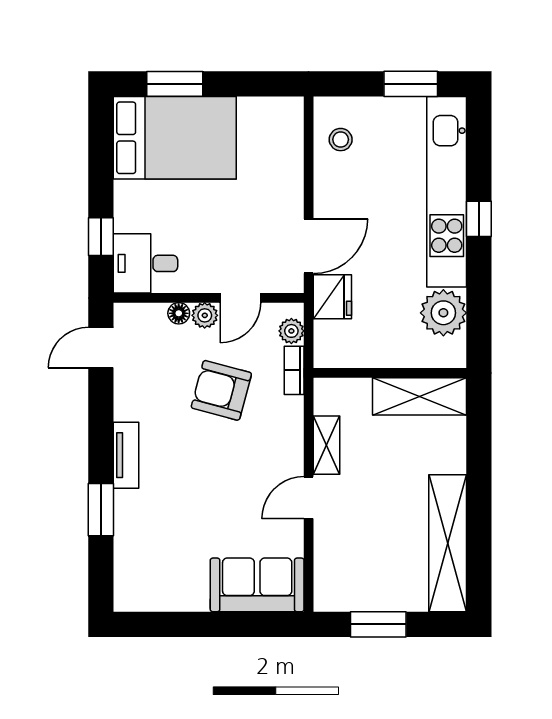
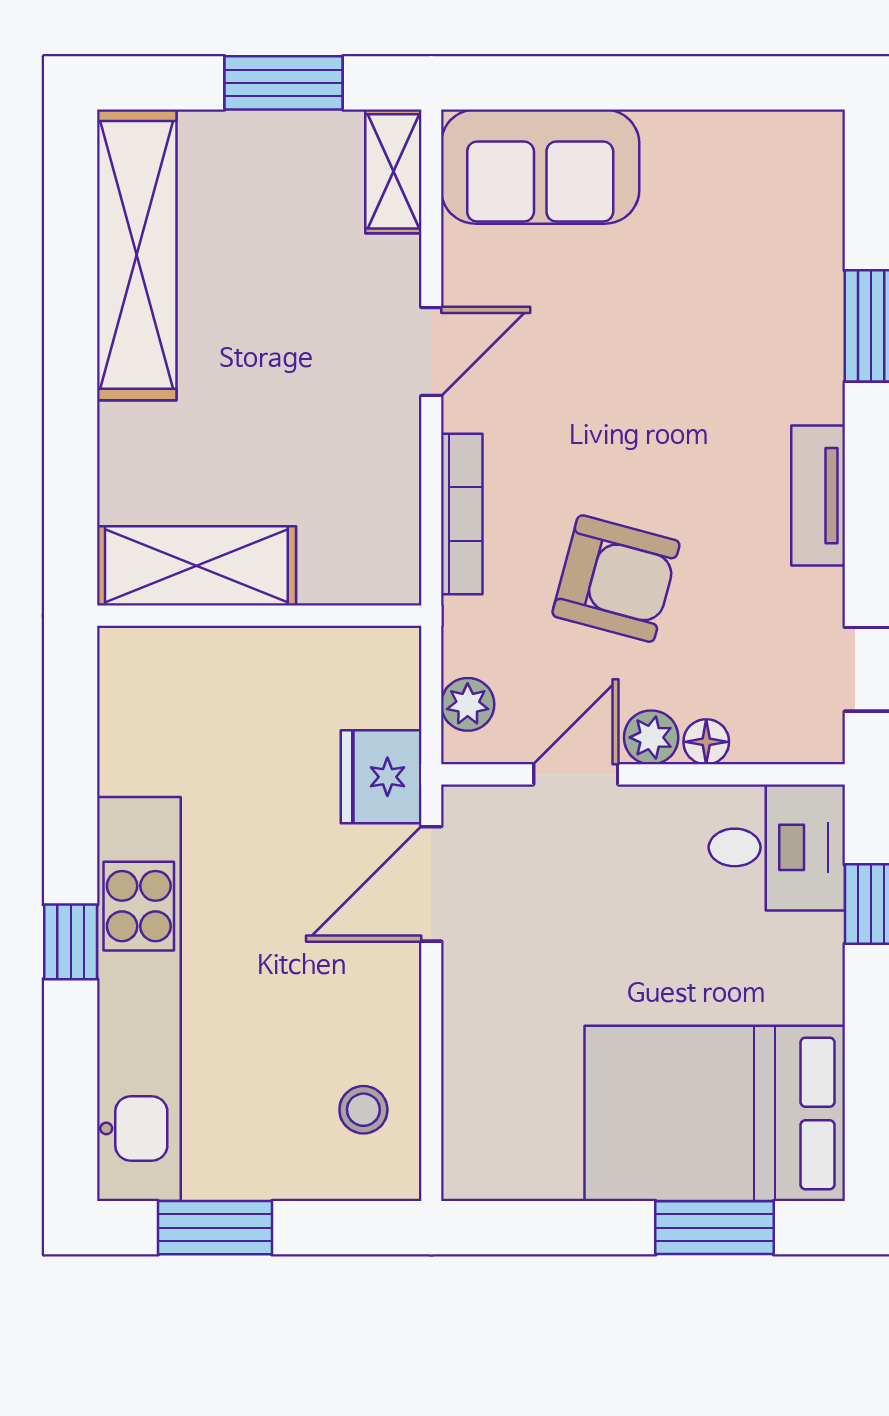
plant: (443, 313) -> (146, 743), removed
bookcase: (294, 370) -> (462, 514), moved, width x1.56
shelving: (326, 445) -> (393, 171), moved
tv unit: (126, 455) -> (818, 496), moved

